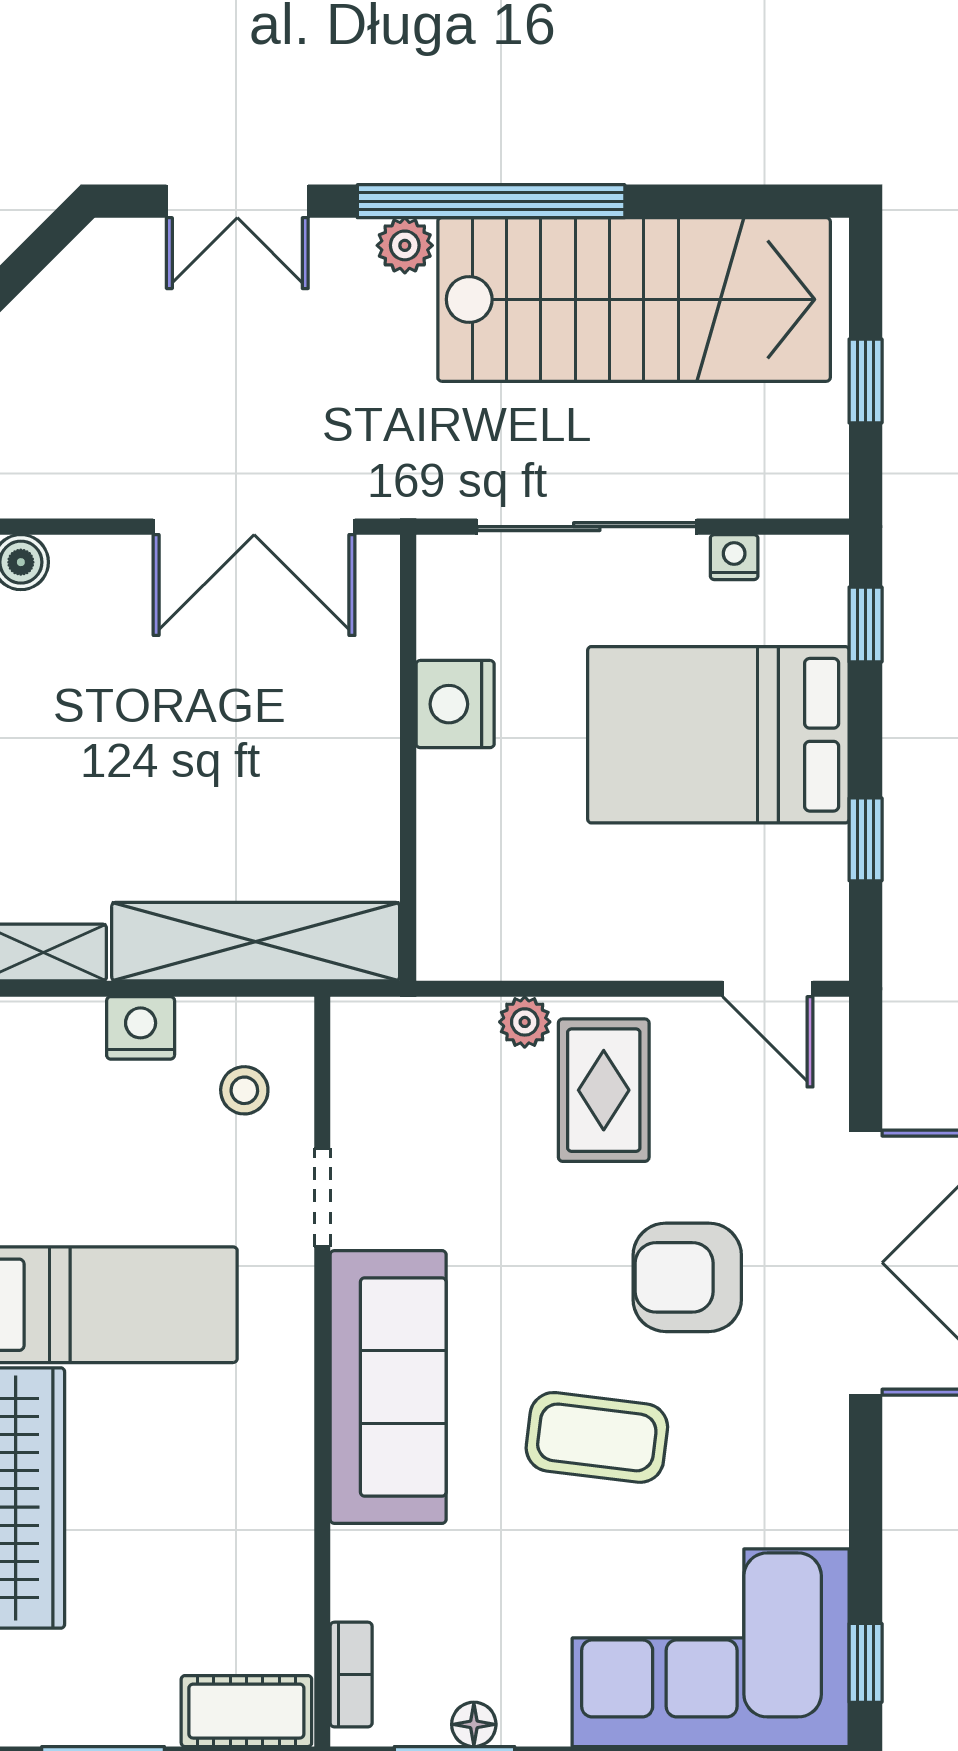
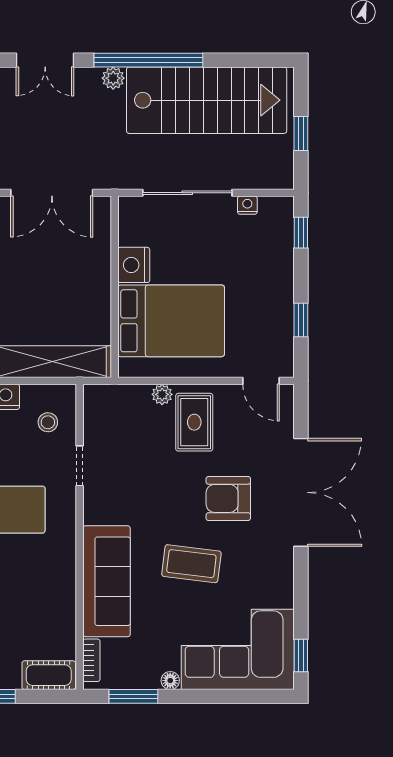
bed: (718, 735) -> (171, 321), moved, turned 180
sofa: (388, 1387) -> (106, 581), moved
floor lamp: (474, 1724) -> (170, 681), moved

